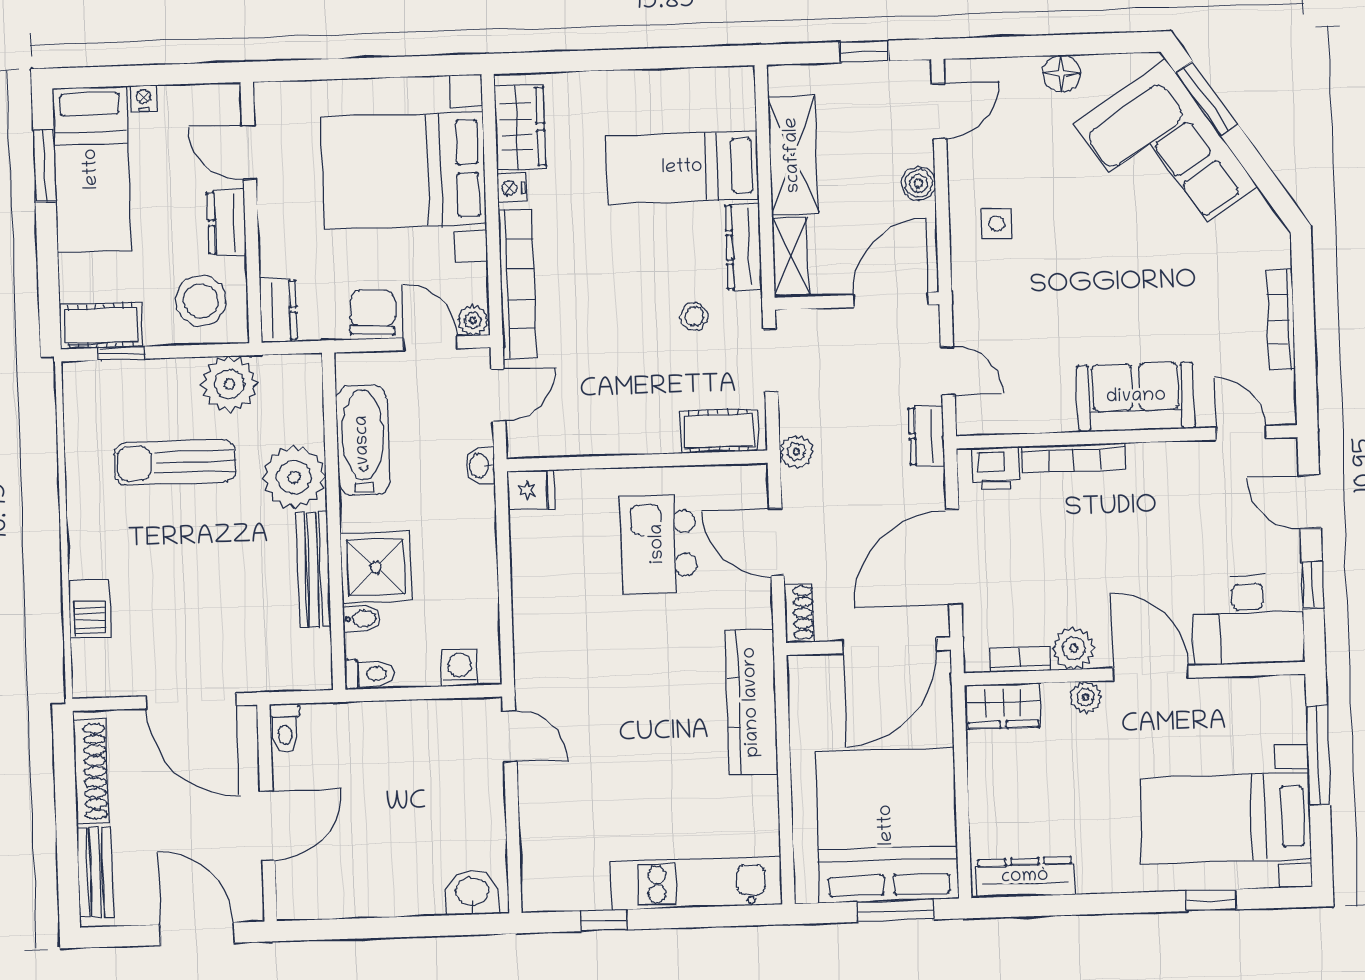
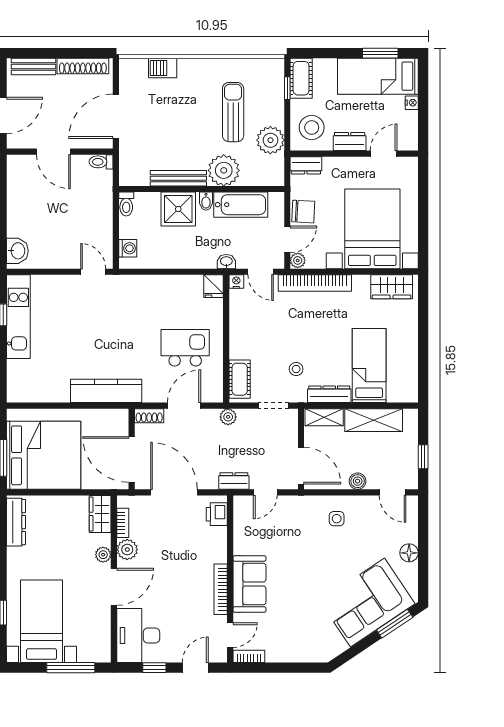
nightstand: (511, 188) -> (236, 282), moved
bookcase: (1281, 320) -> (249, 656), moved, width x0.64
bookcase: (1074, 458) -> (221, 589), moved
bidet: (362, 619) -> (206, 201), moved
door: (510, 737) -> (93, 272), swing flipped
kitchen unit: (696, 883) -> (18, 317), moved

